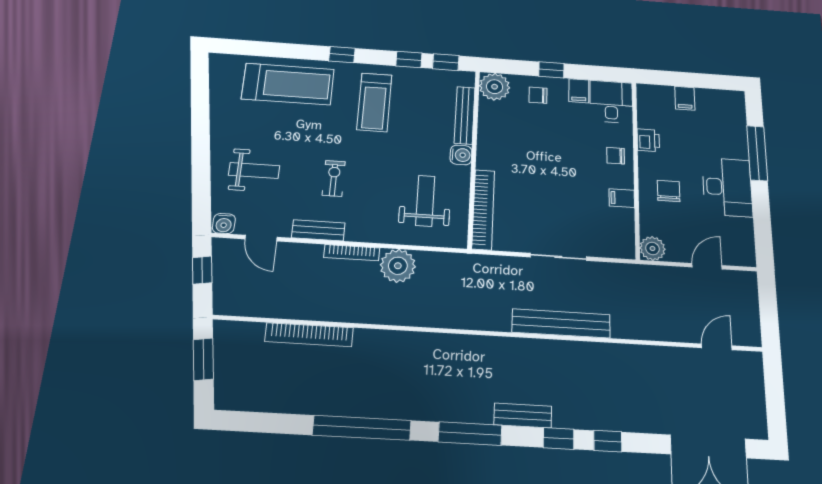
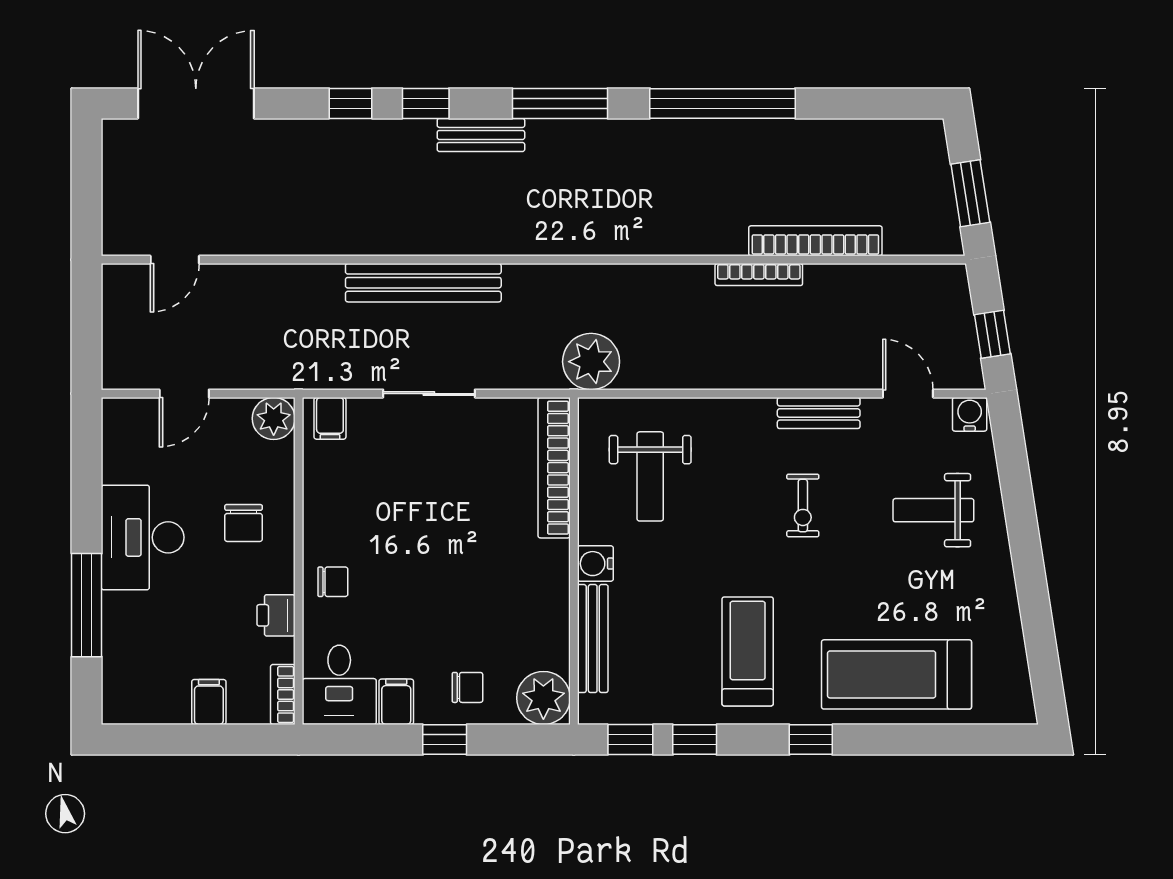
bookcase: (643, 99) -> (283, 695), added
filing cabinet: (622, 198) -> (330, 418), moved, turned 90
bookcase: (352, 253) -> (759, 275), moved, turned 180
plant: (398, 266) -> (591, 362), moved

